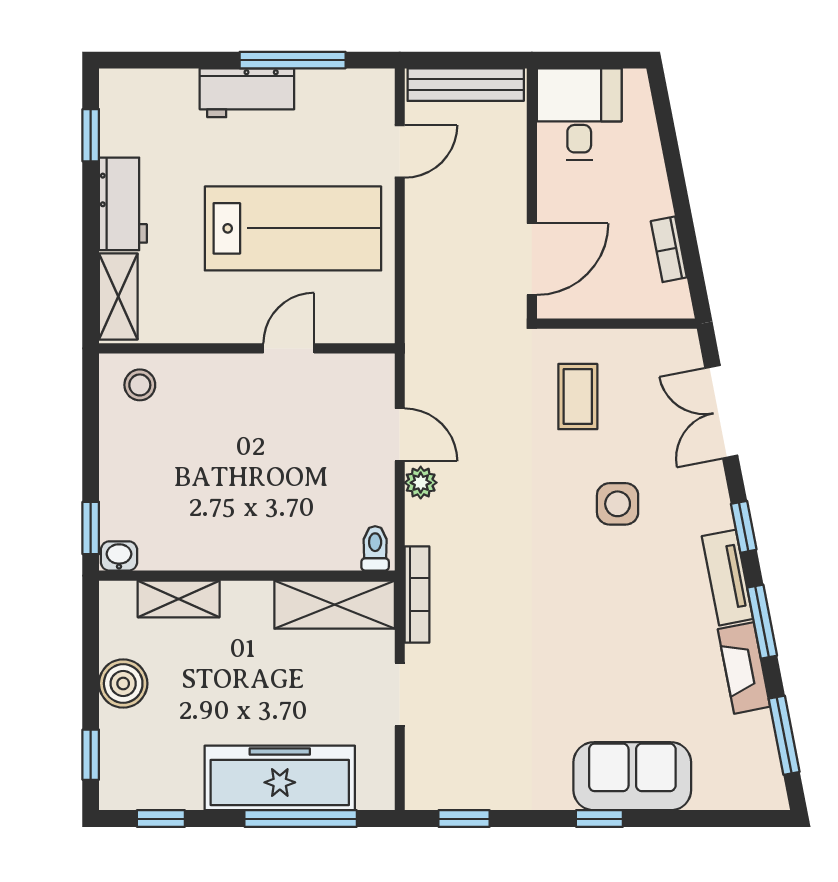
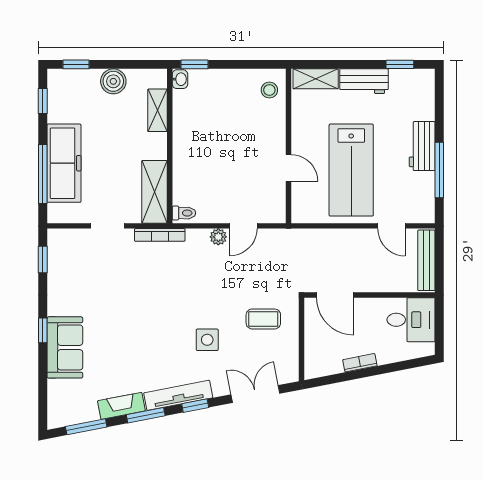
bookcase: (669, 249) -> (360, 363), moved
tv unit: (727, 578) -> (178, 395), width x1.41

